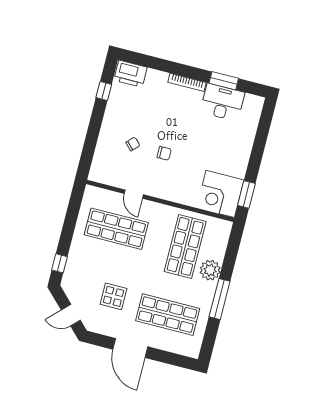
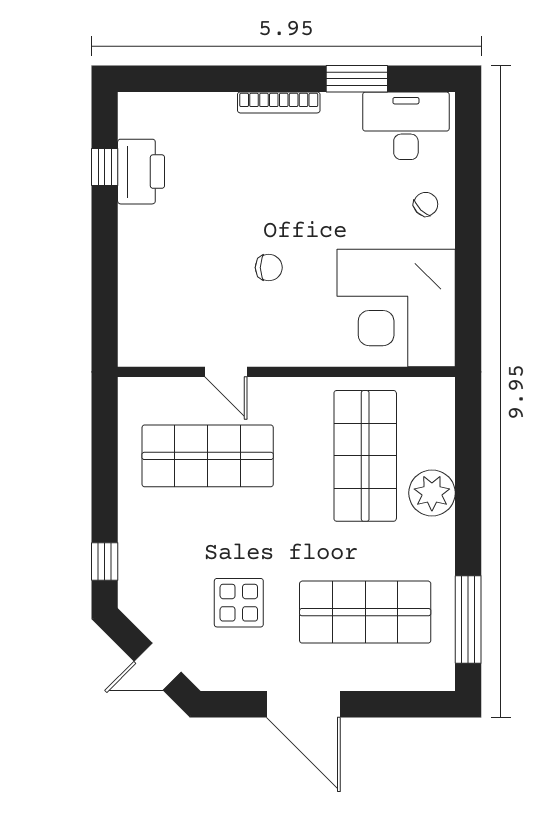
printer: (130, 74) -> (141, 172), moved, turned -90
desk: (222, 102) -> (406, 126), moved
chair: (133, 144) -> (426, 204), moved
corner desk: (220, 194) -> (396, 308), width x1.36, depth x1.36
window: (246, 194) -> (468, 310), removed
window: (220, 299) -> (468, 620), moved

